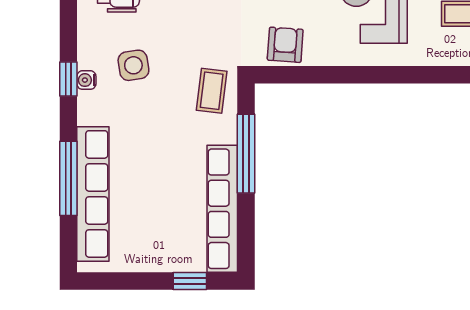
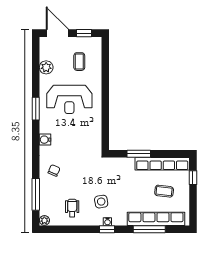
armchair: (285, 45) -> (92, 137), removed
coffee table: (212, 91) -> (164, 191), moved
window: (246, 154) -> (139, 154), width x0.69

